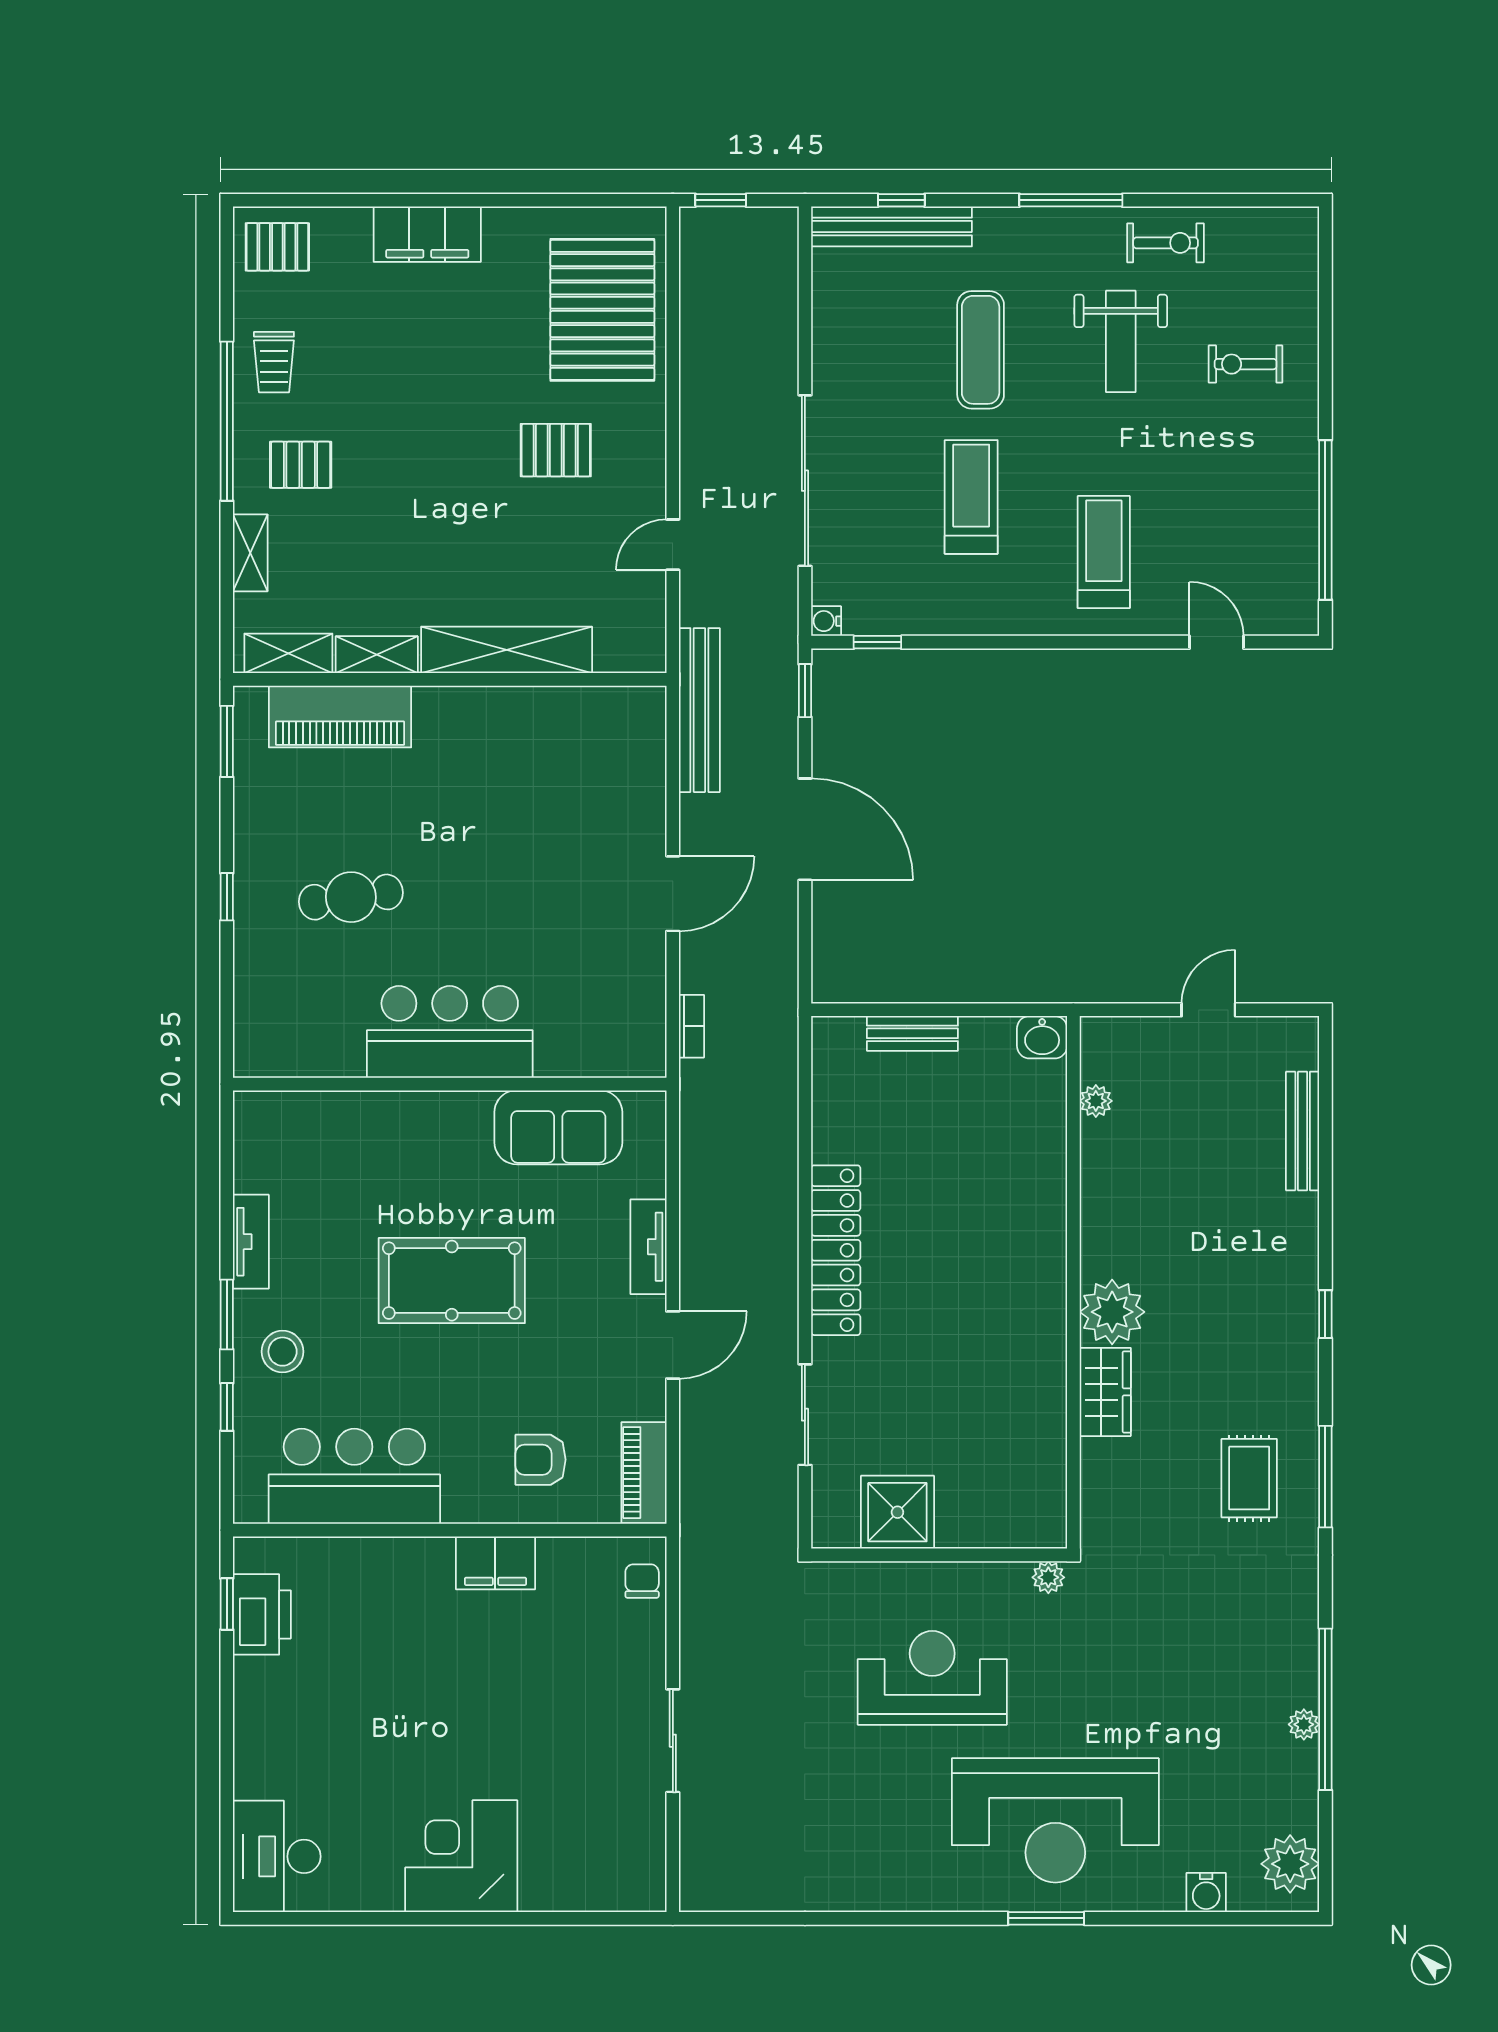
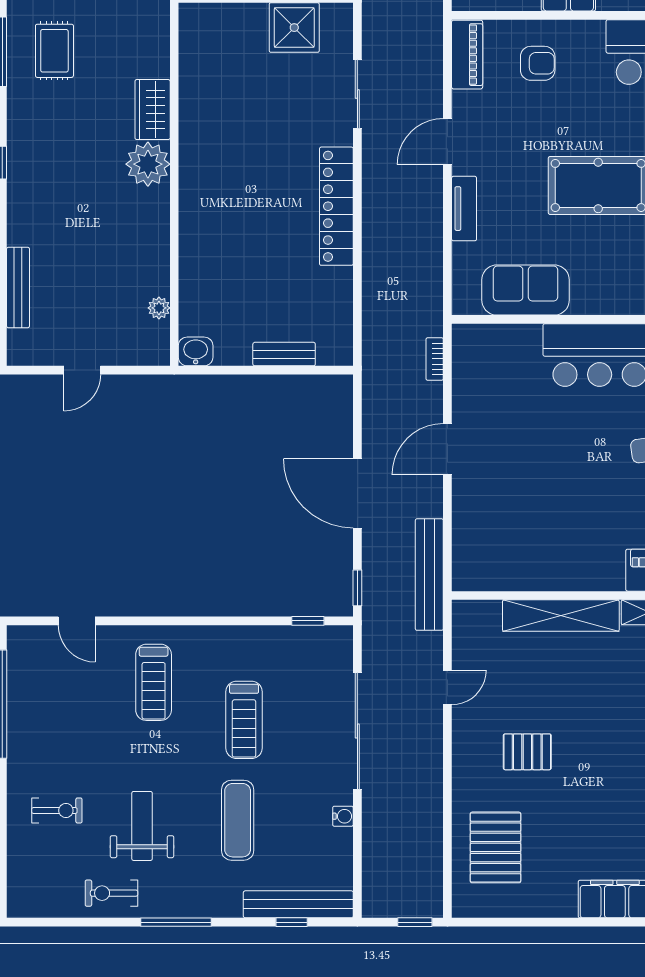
pallet: (602, 310) -> (496, 847), width x0.73, depth x0.71
water cooler: (826, 621) -> (343, 816), moved

